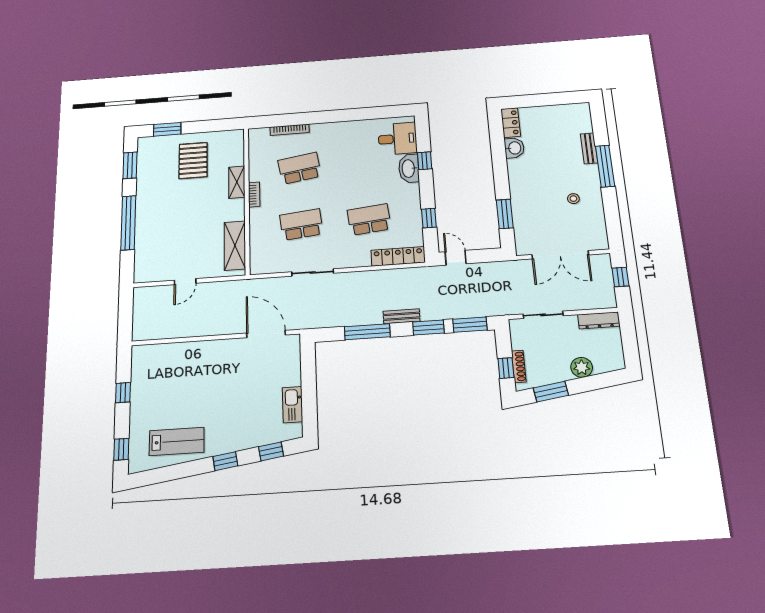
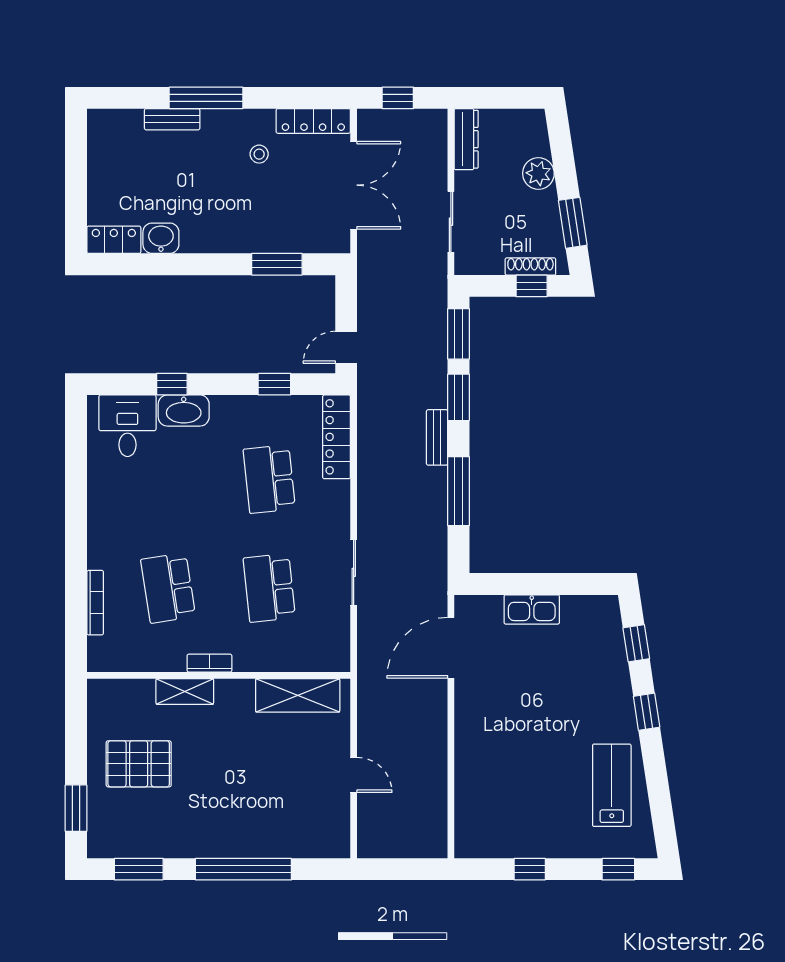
locker: (599, 228) -> (313, 121), added
kitchen sink: (293, 405) -> (532, 609), moved

